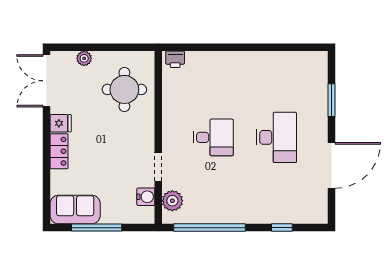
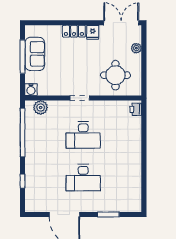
desk: (213, 137) -> (83, 135), width x1.37
doorway: (158, 167) -> (80, 98), moved
water cooler: (146, 197) -> (31, 90), moved
sofa: (75, 209) -> (35, 54), moved

